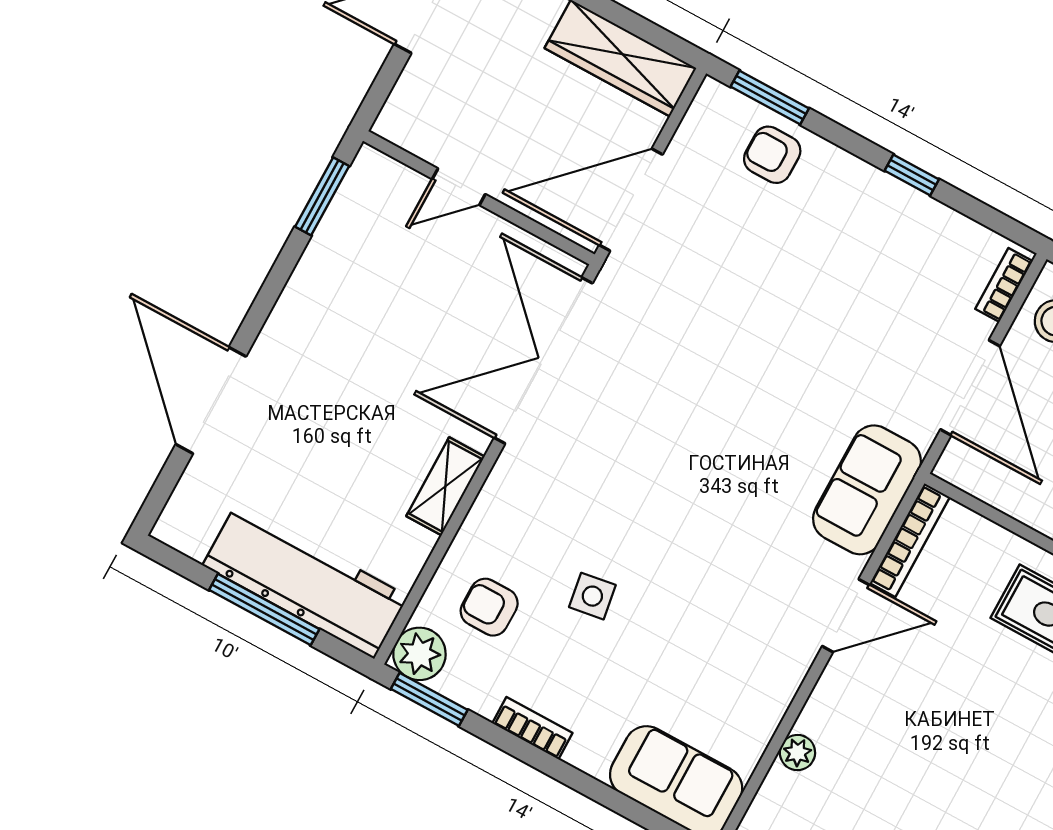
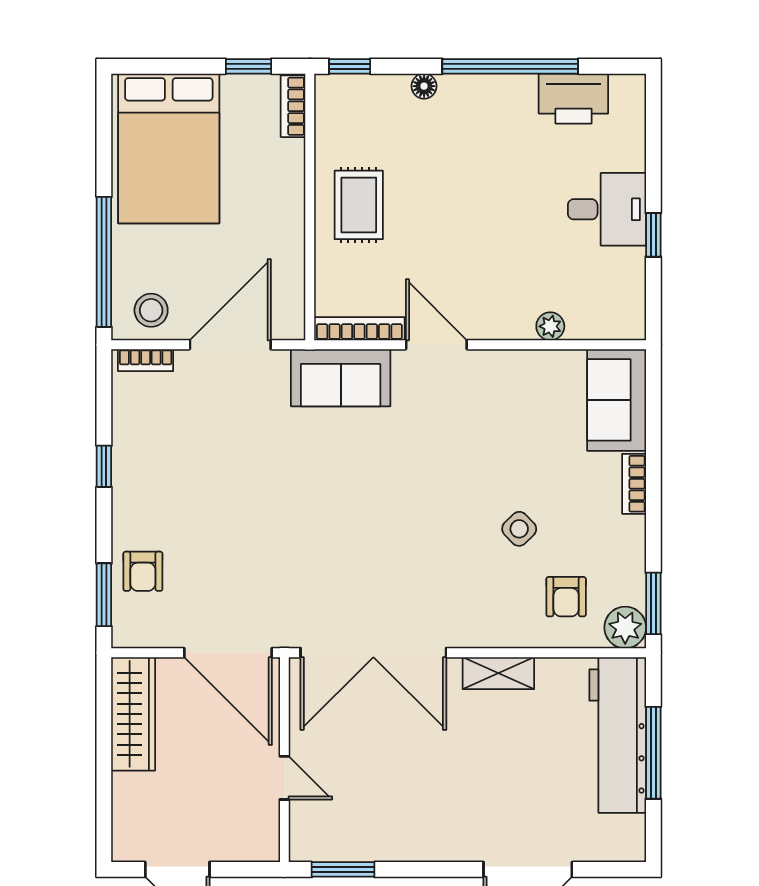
side table: (592, 596) -> (519, 529), turned -35
bookcase: (532, 728) -> (634, 484), moved

